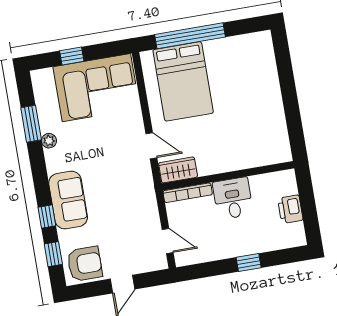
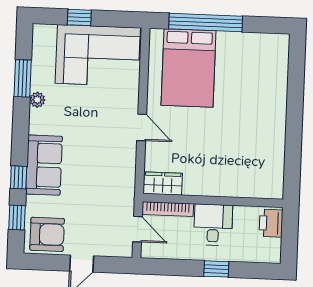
wardrobe: (178, 170) -> (163, 184), moved
wall: (228, 176) -> (213, 200), moved
bookcase: (188, 193) -> (168, 209), moved
desk: (233, 198) -> (213, 225), moved

